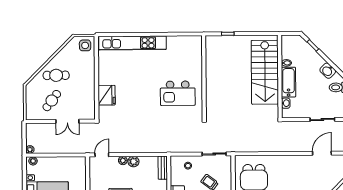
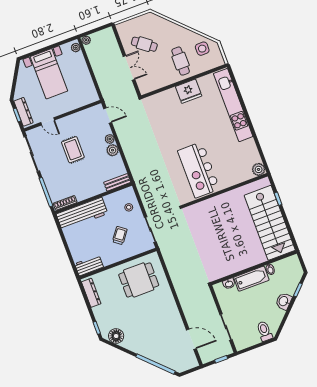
plant: (196, 41) -> (259, 169), added
side table: (85, 45) -> (202, 49), moved
washbasin: (328, 71) -> (284, 301), moved
stairs: (265, 72) -> (270, 223), moved, turned -90
cafe table: (56, 75) -> (181, 61), moved
kitchen island: (178, 93) -> (199, 170), width x1.37
fridge: (107, 95) -> (189, 91), moved
double door: (67, 121) -> (129, 68), swing flipped

